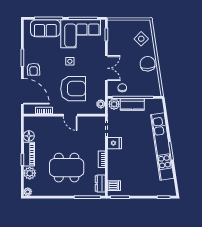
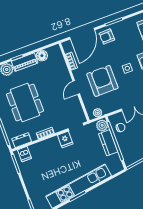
armchair: (73, 89) -> (102, 81), turned 180

